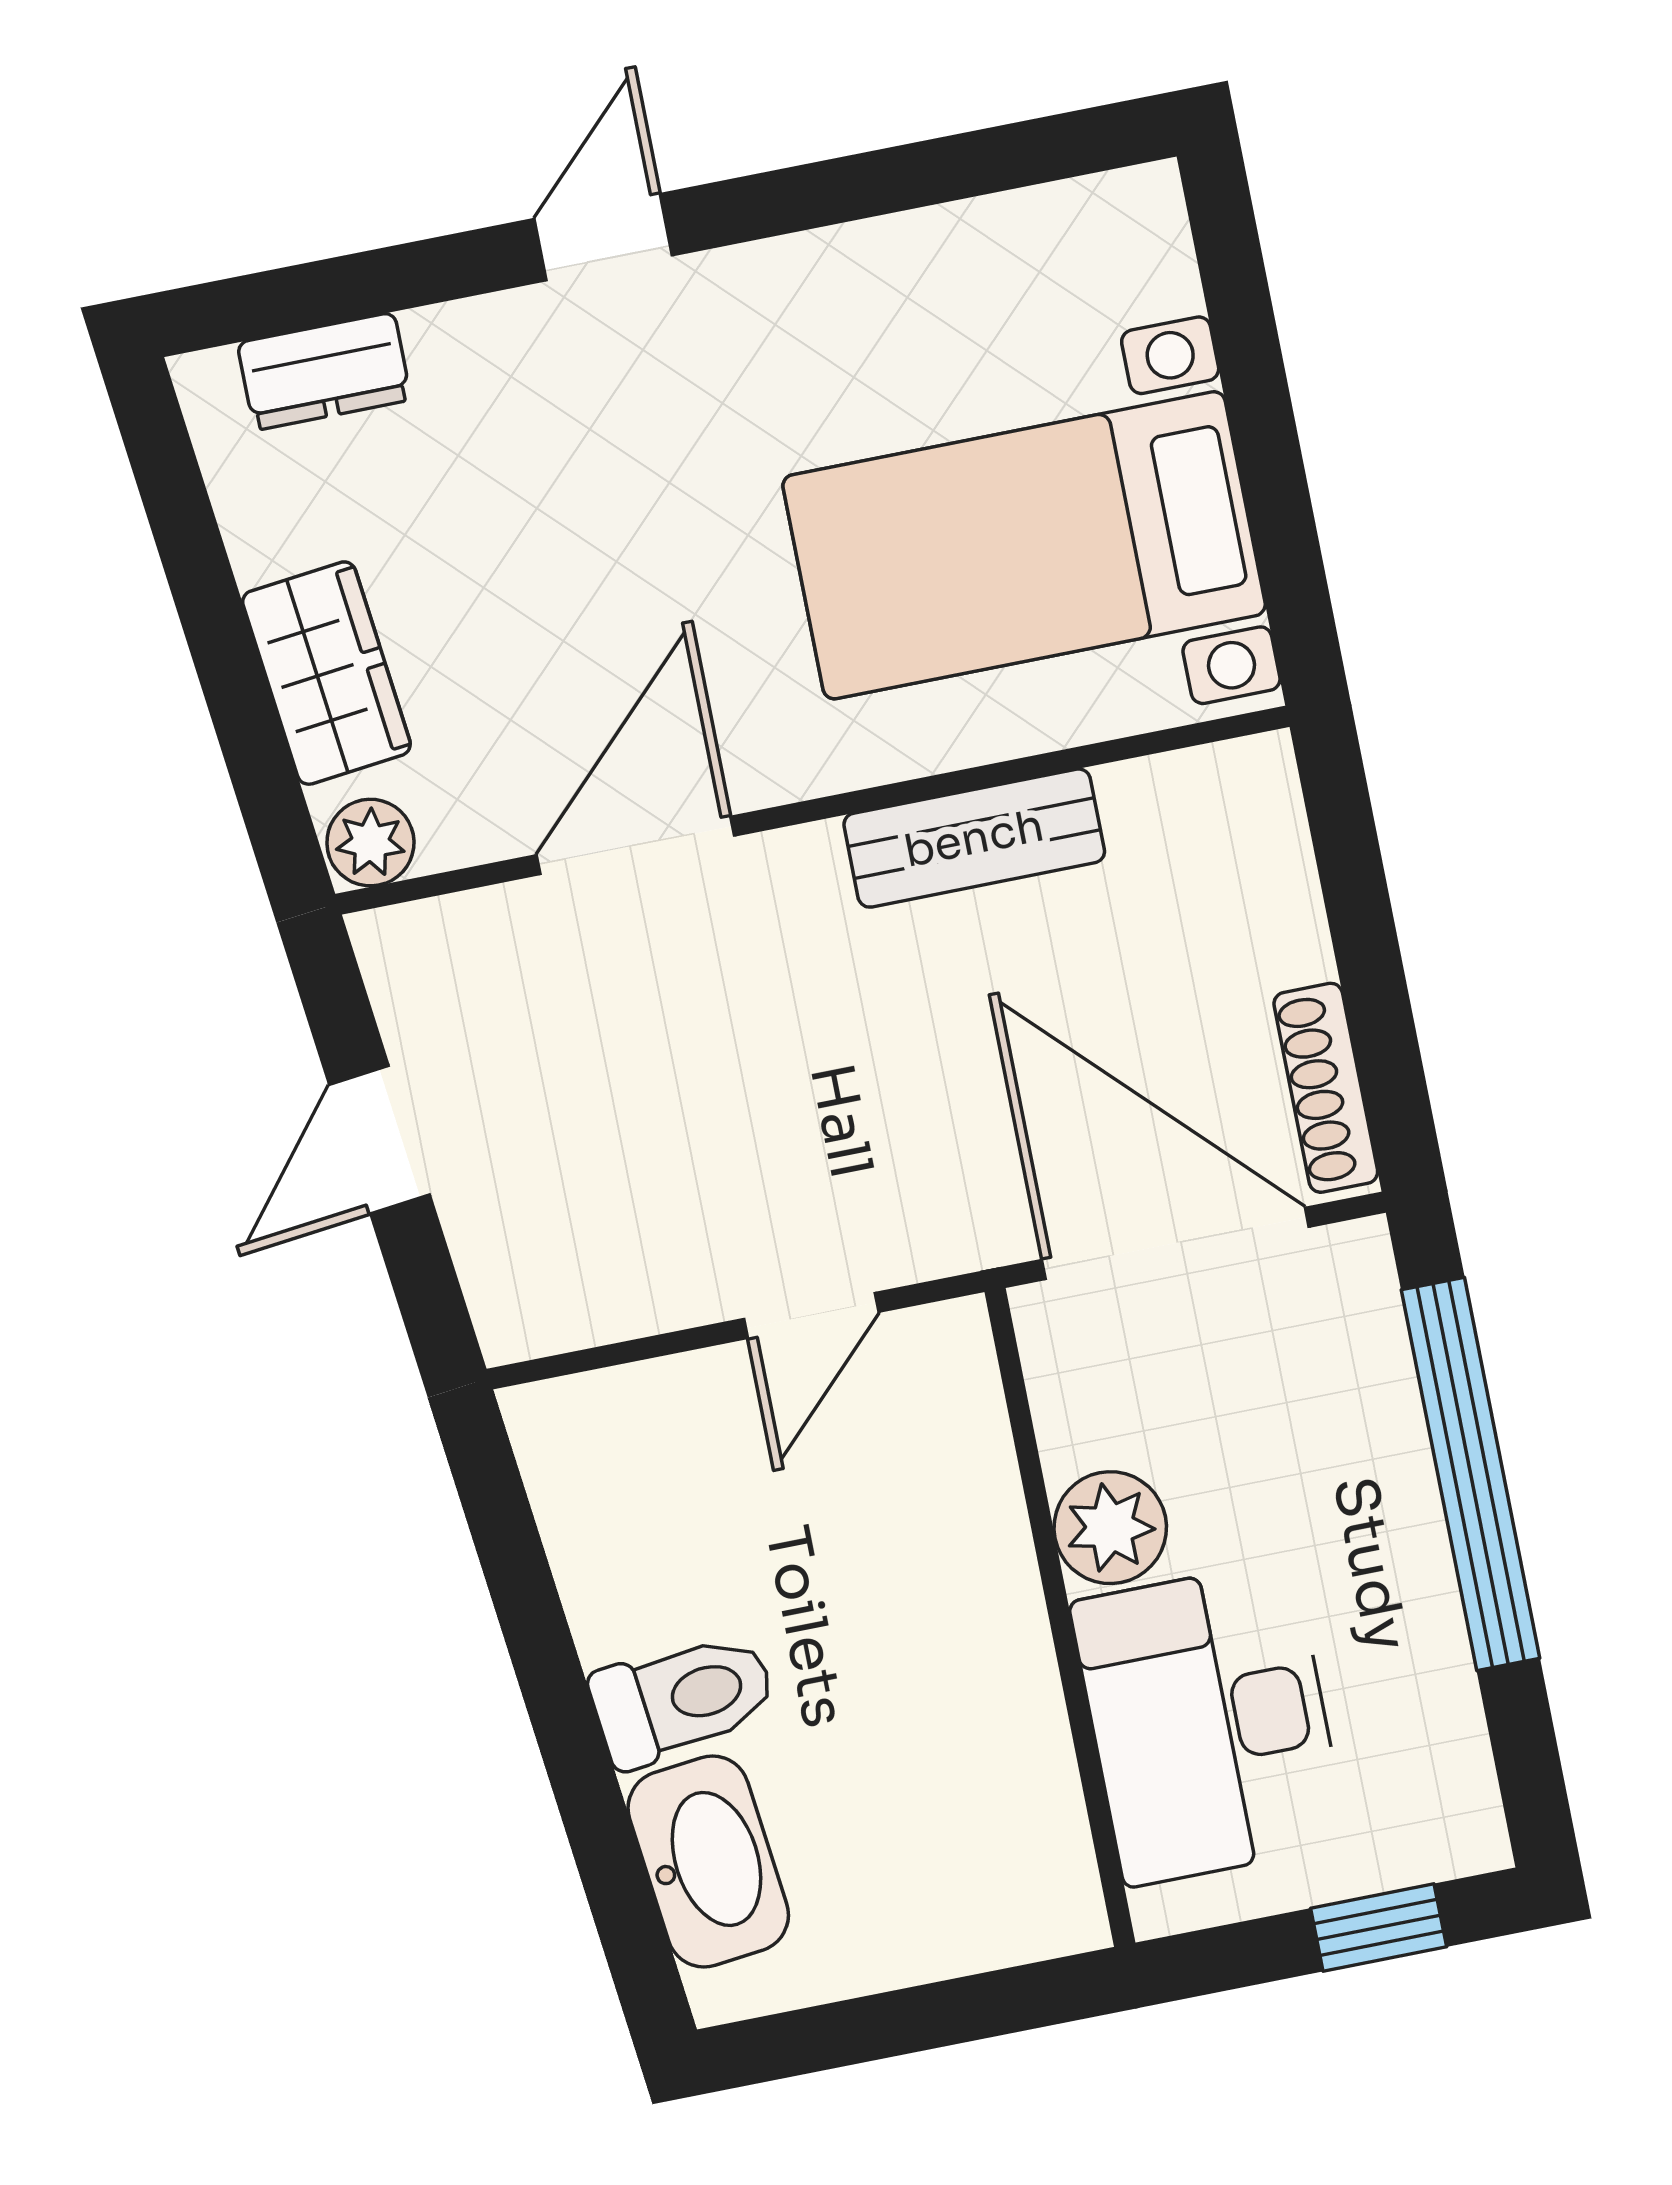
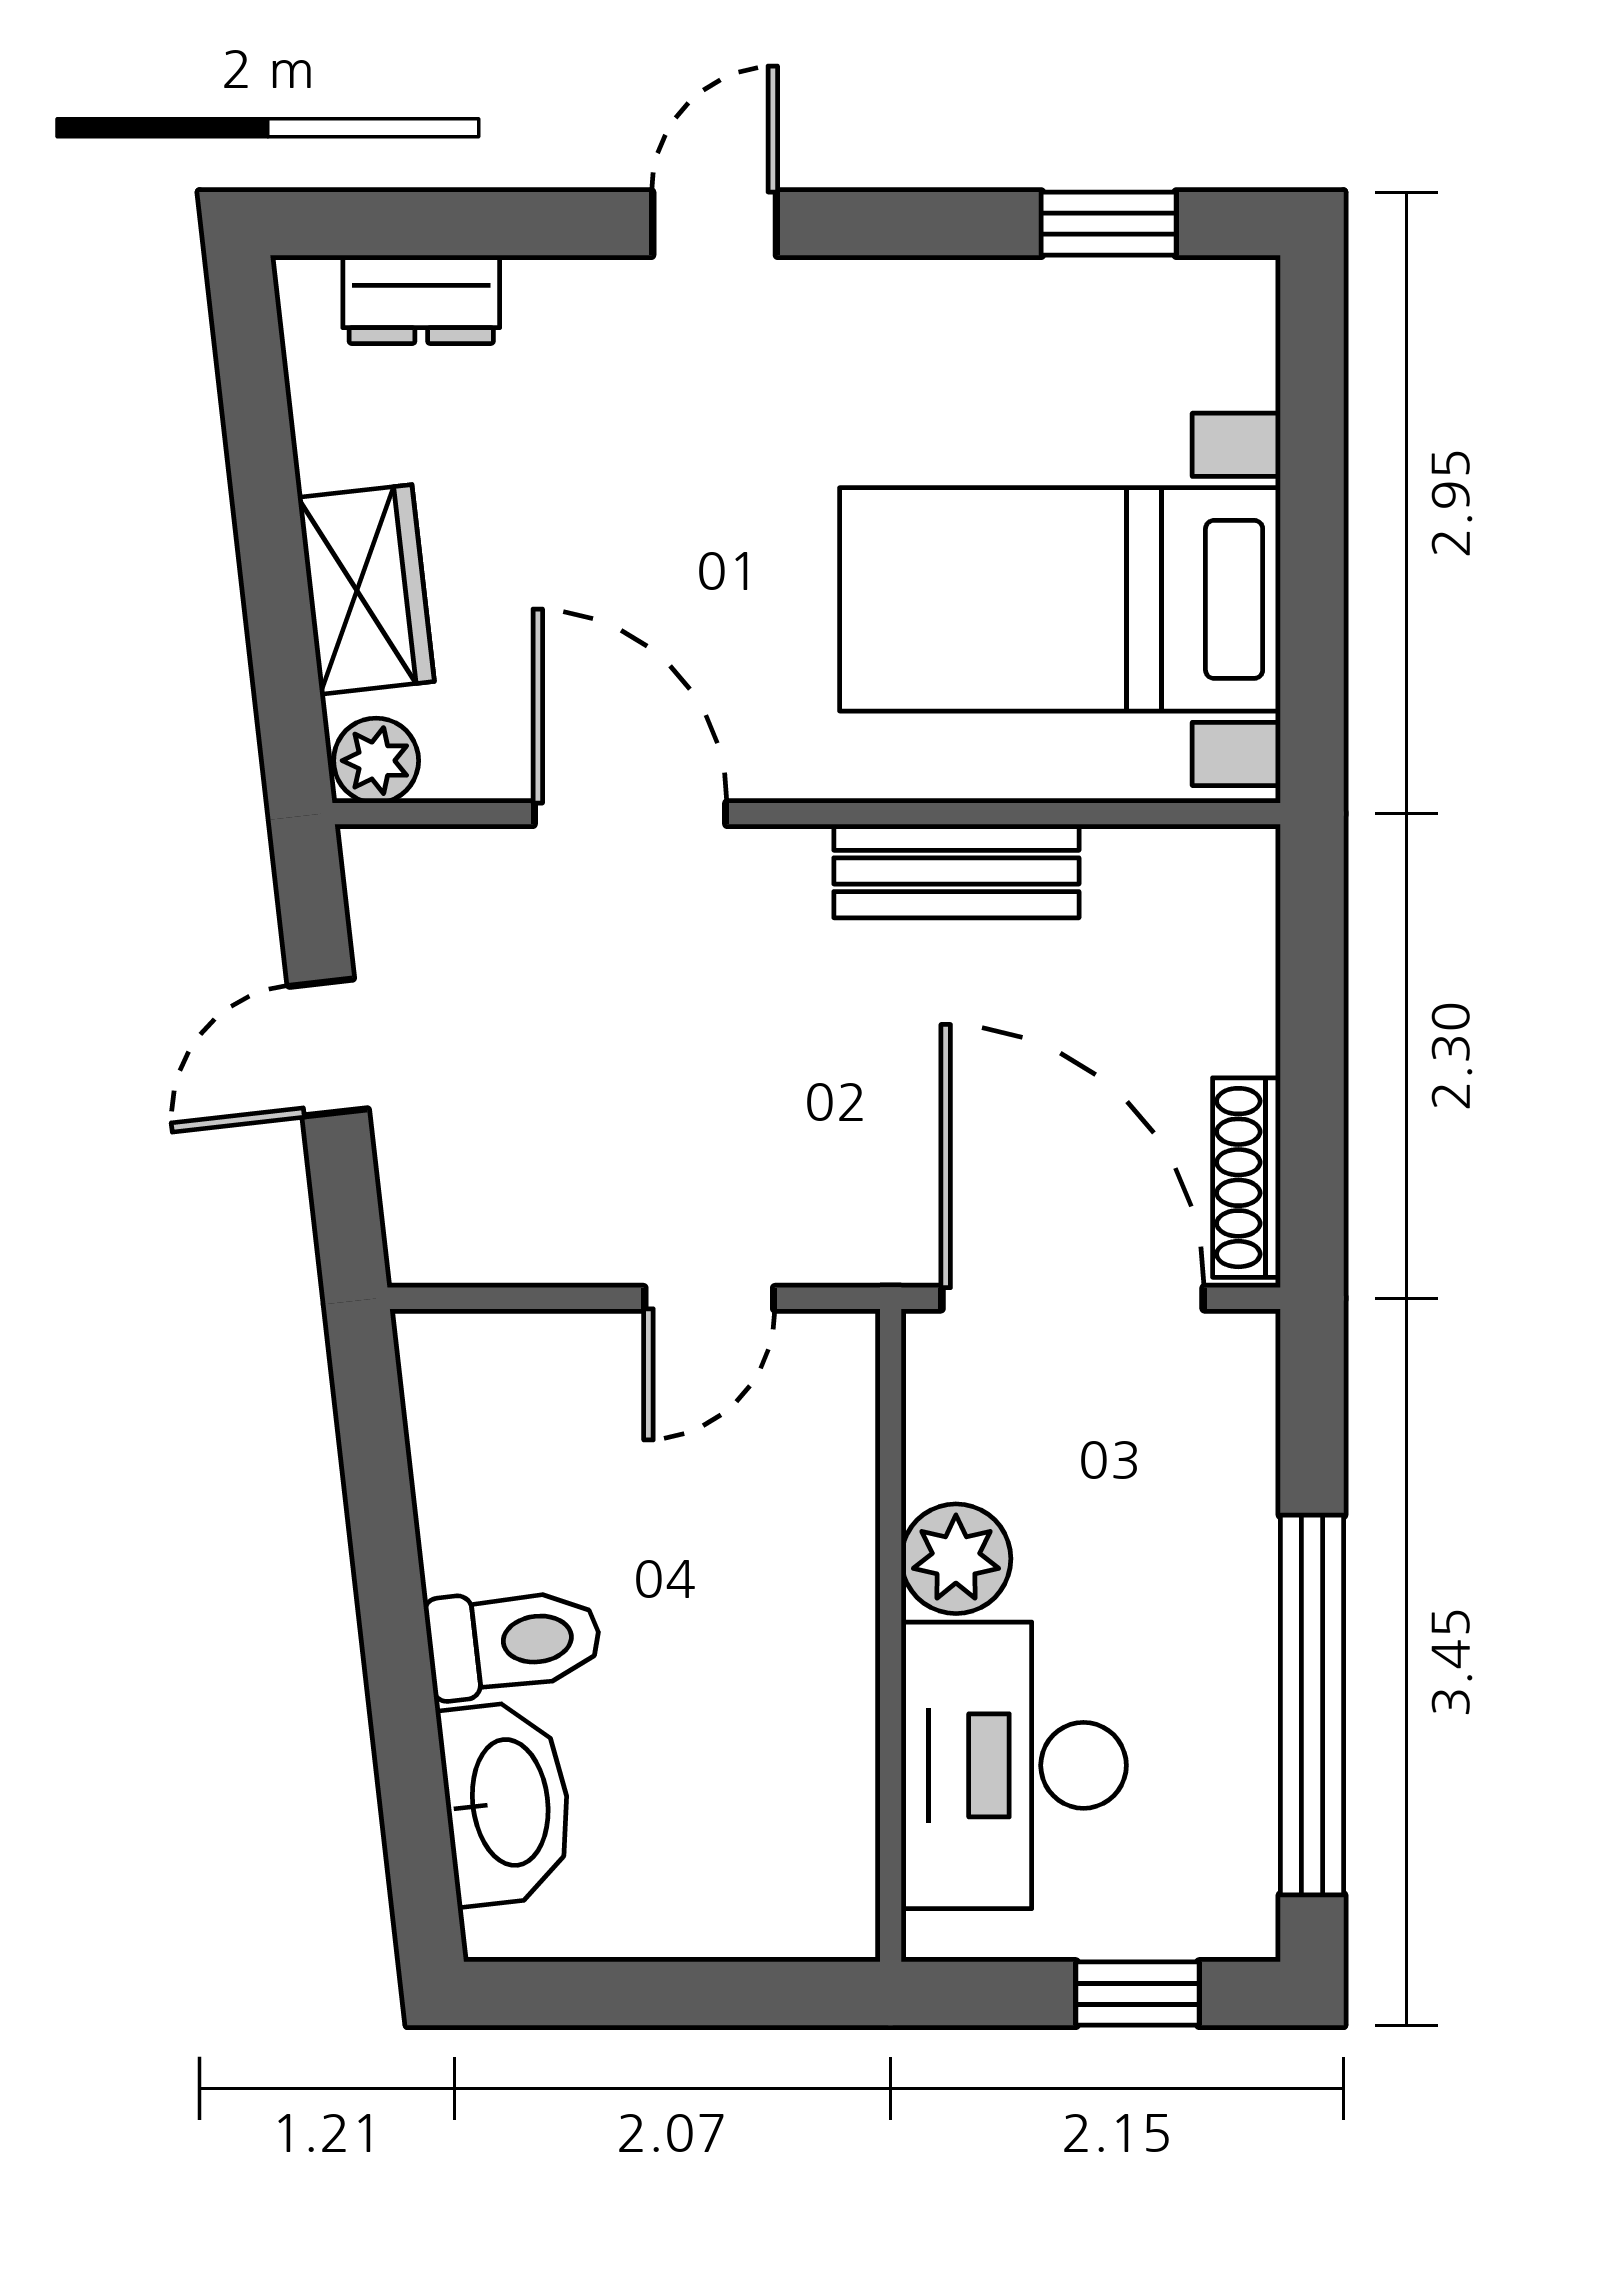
window: (998, 159) -> (1109, 224), added
door: (636, 845) -> (630, 814), hinge flipped
window: (1471, 1474) -> (1312, 1705), moved

